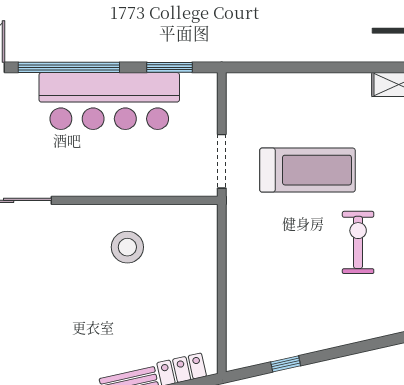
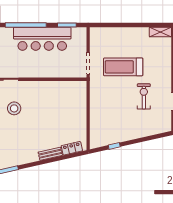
treadmill: (307, 170) -> (123, 67), turned 180
stool: (127, 247) -> (14, 108), moved

